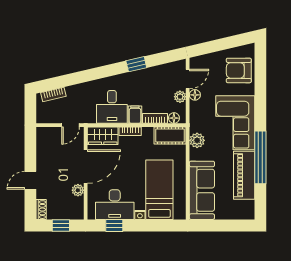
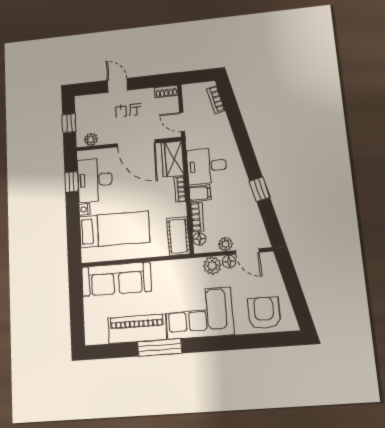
plant: (197, 140) -> (212, 266), moved
window: (260, 157) -> (160, 348), width x0.68
plant: (78, 190) -> (91, 139), moved
shoe rack: (41, 210) -> (166, 91), moved

